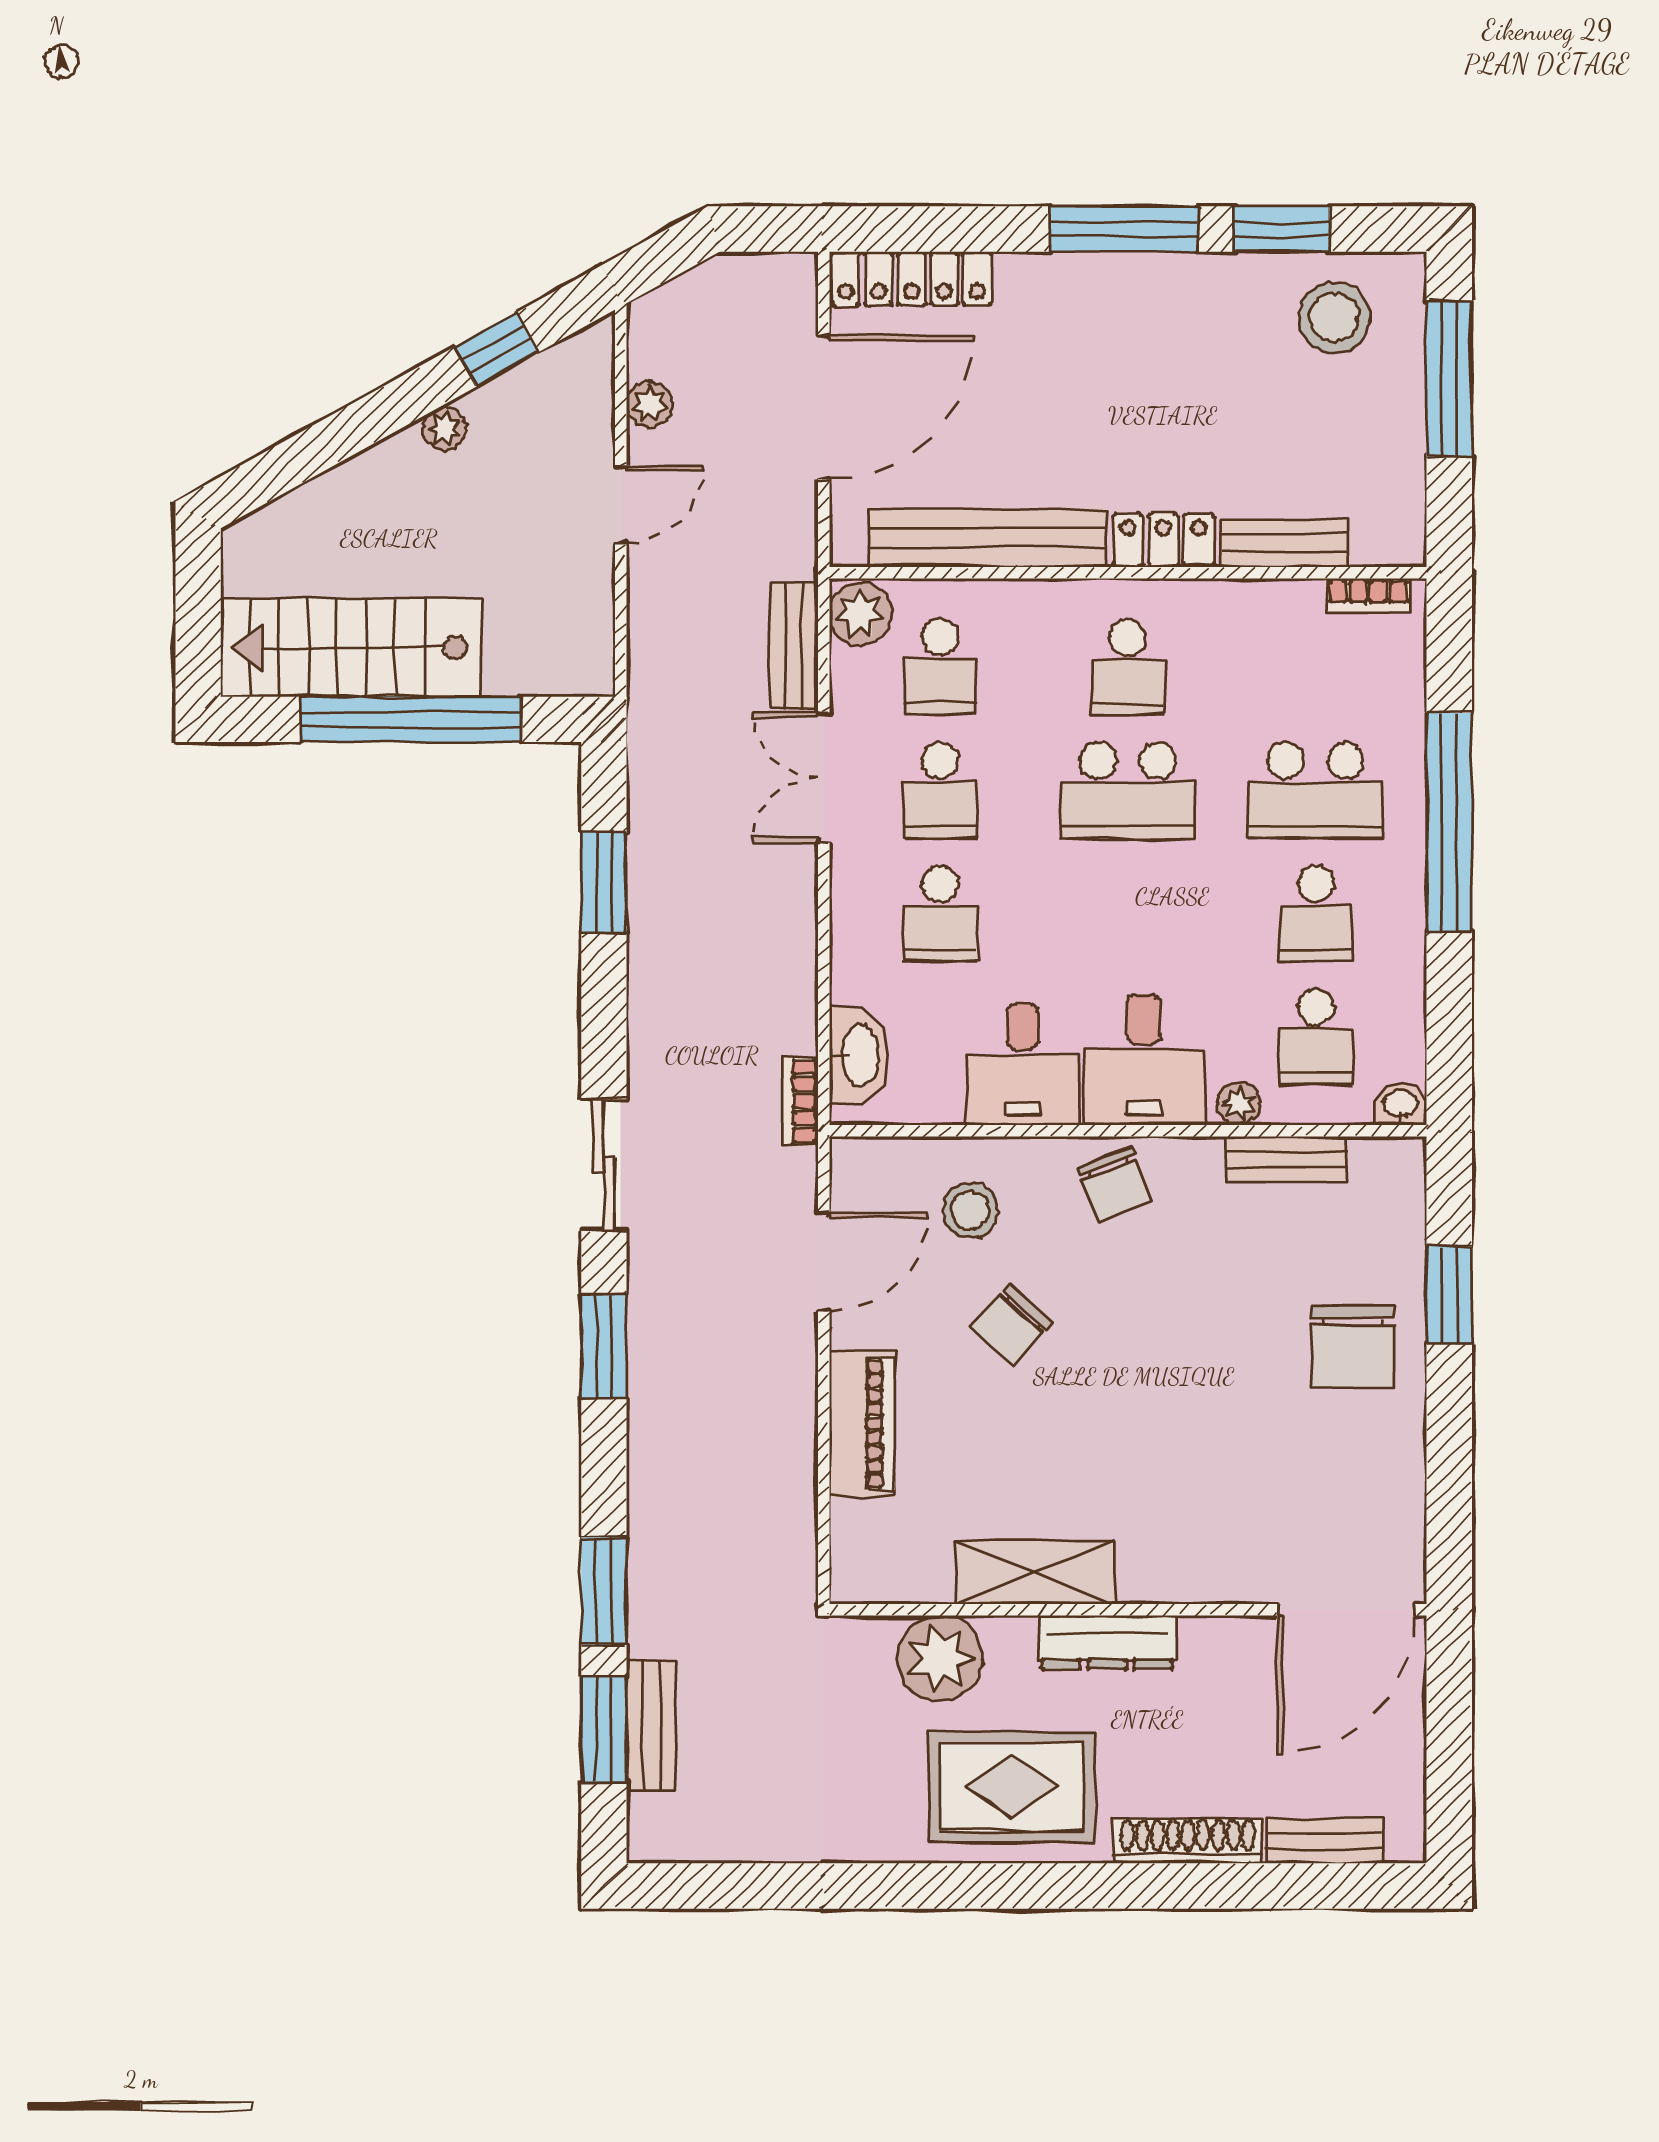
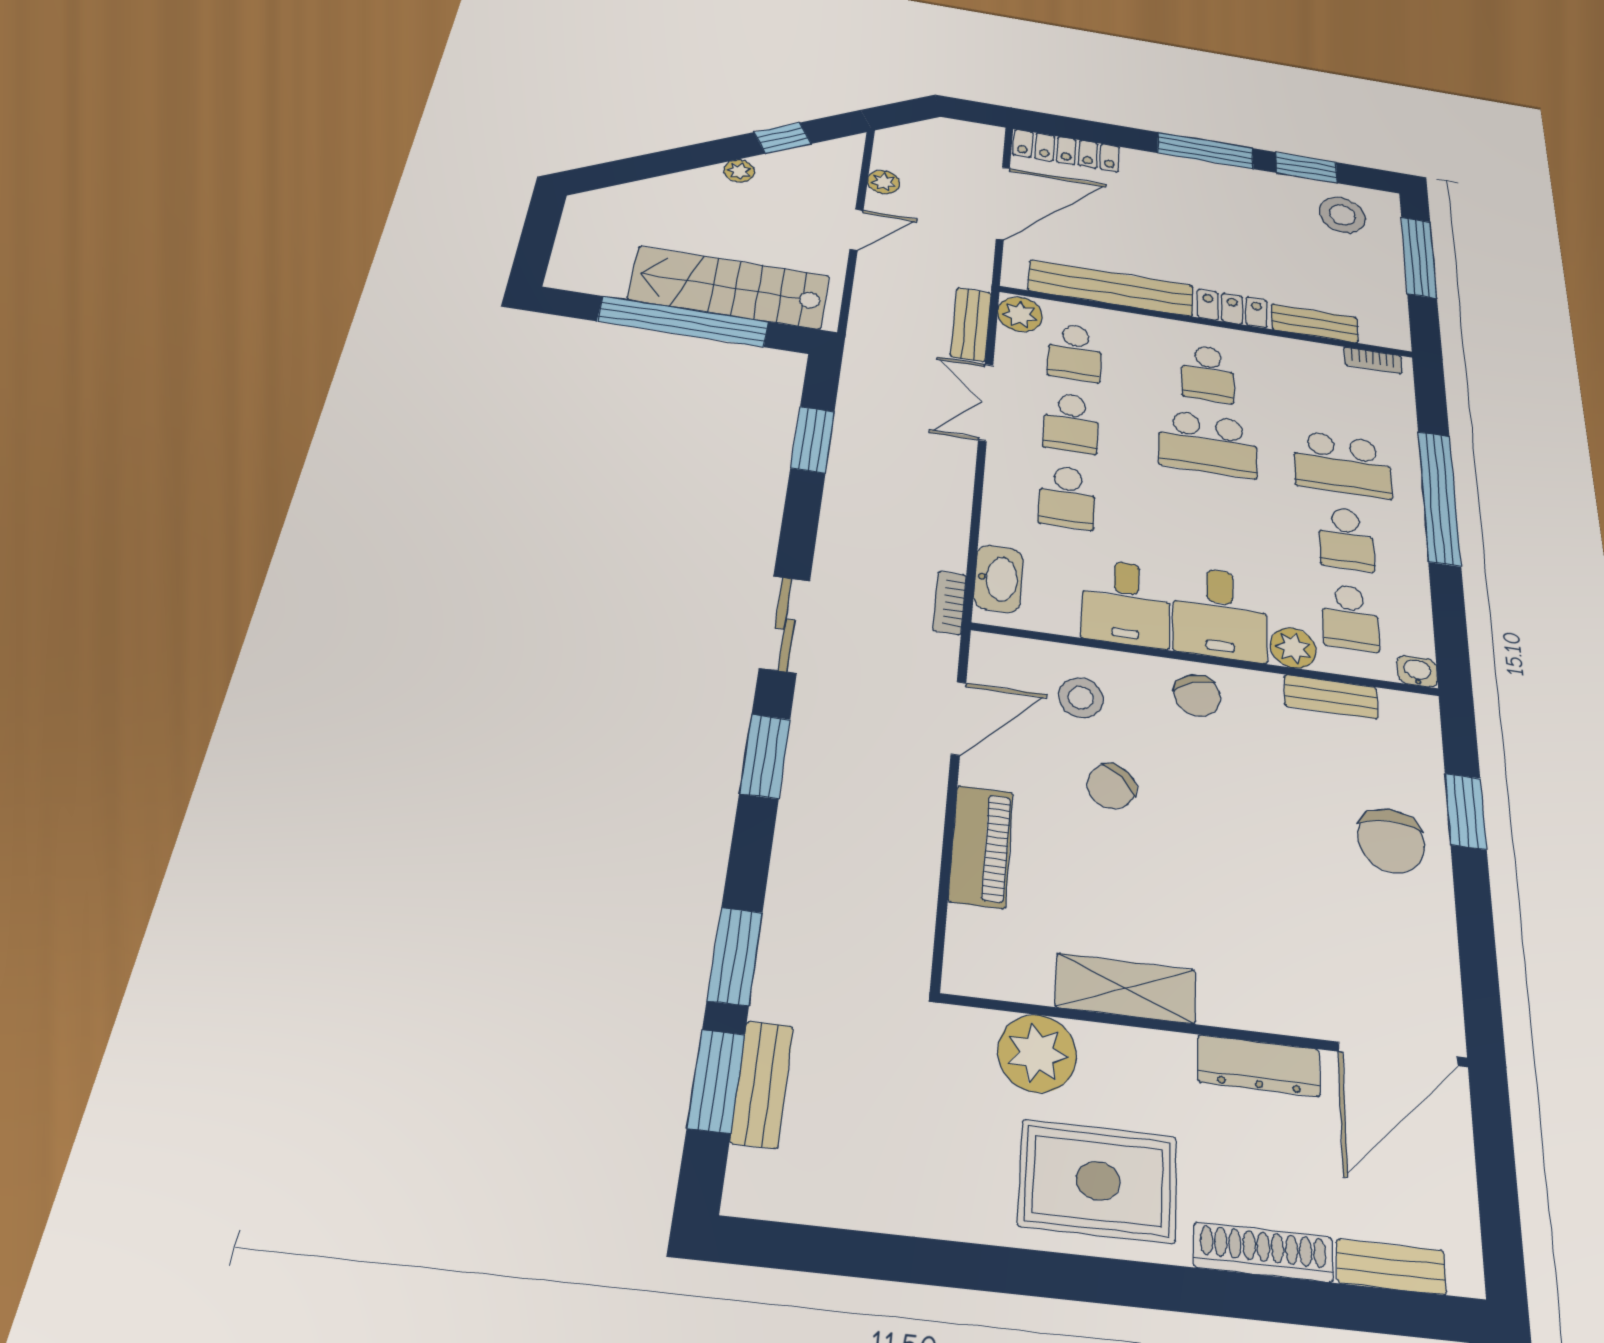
stairs: (351, 648) -> (729, 288), moved
plant: (1239, 1104) -> (1293, 648), width x1.38, depth x1.38
dresser: (1107, 1642) -> (1259, 1066), moved

